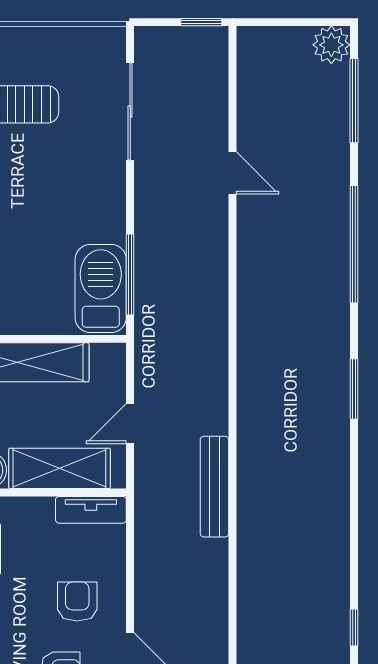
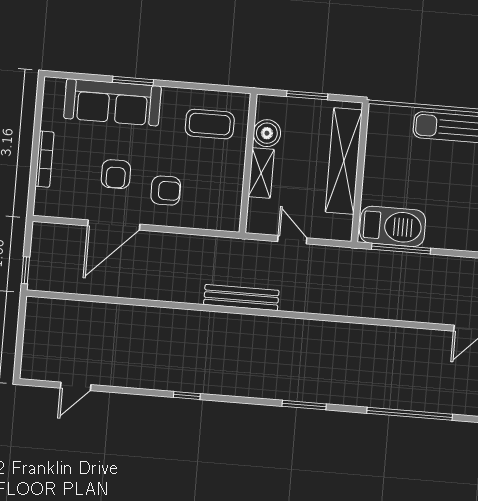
shelving: (59, 468) -> (261, 173), width x0.67, depth x0.75
tv unit: (91, 510) -> (232, 206), removed
window: (354, 628) -> (187, 395), moved

